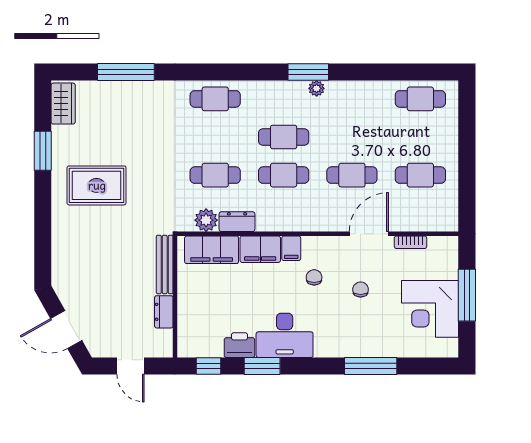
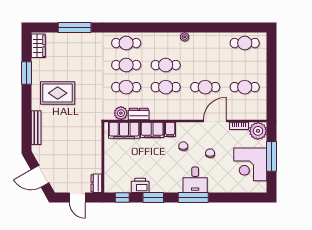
window: (308, 72) -> (180, 28), removed
cafe table: (215, 137) -> (126, 65), added
plant: (443, 251) -> (258, 131), added
bench: (165, 264) -> (36, 128), moved
dresser: (164, 312) -> (96, 183), moved
desk: (285, 335) -> (195, 180), moved, width x0.73
window: (371, 366) -> (193, 197), moved

